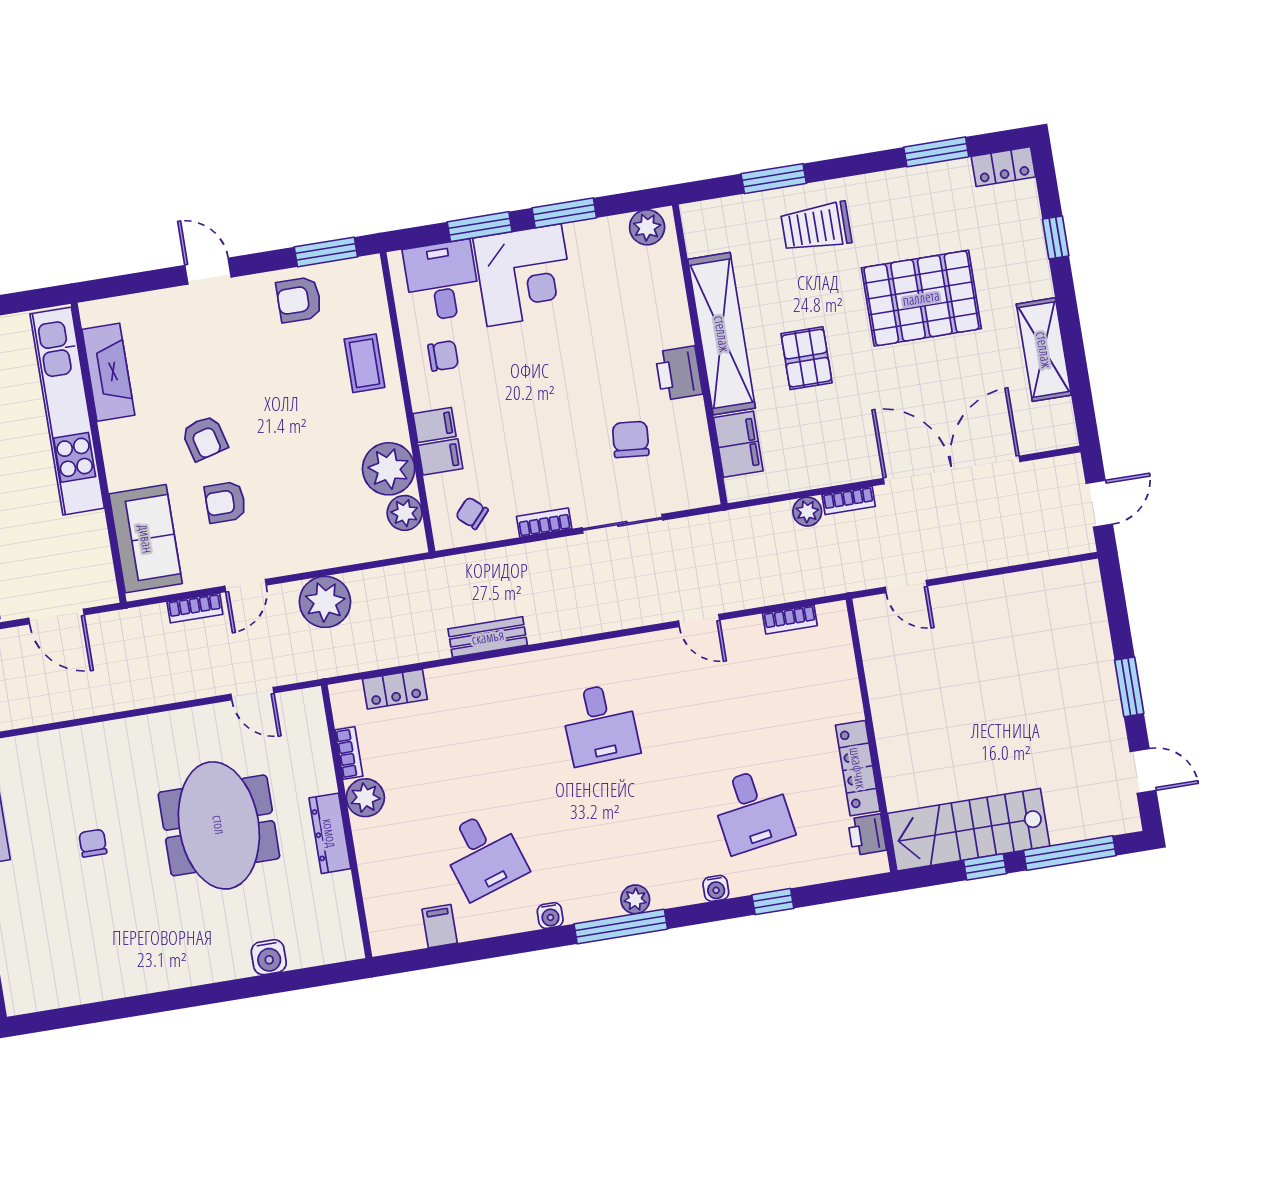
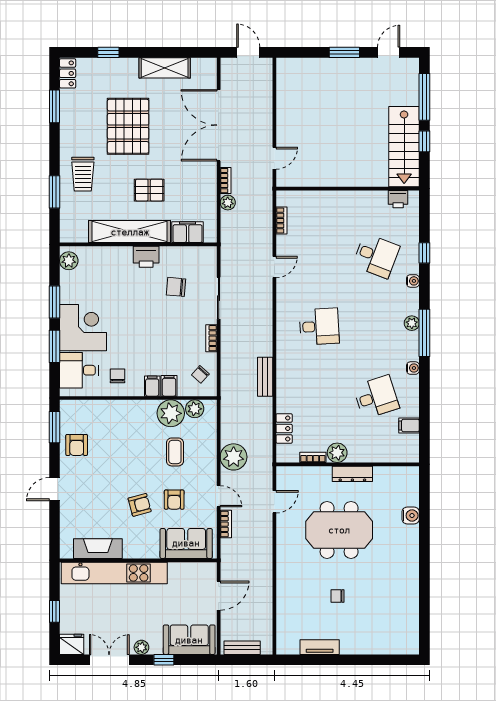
coffee table: (364, 363) -> (175, 452), moved, turned 90
locker: (858, 768) -> (363, 198), removed
desk: (752, 811) -> (376, 256), turned 30

